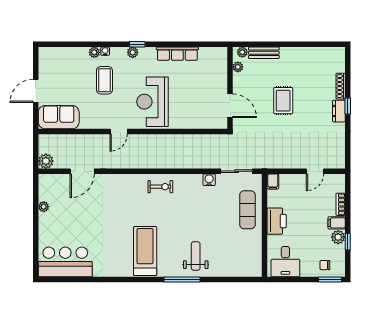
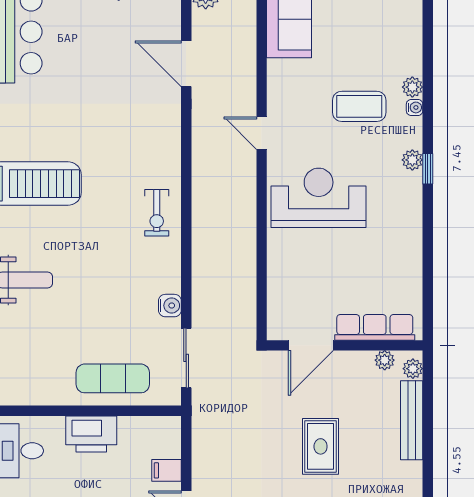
bench: (264, 53) -> (412, 420), width x1.36
row of seats: (177, 54) -> (375, 327), moved, turned 90
rug: (283, 101) -> (321, 446), turned 90
filing cabinet: (273, 181) -> (167, 470), moved

